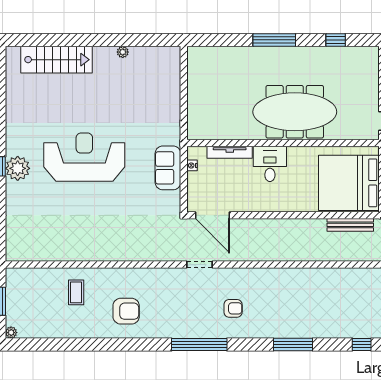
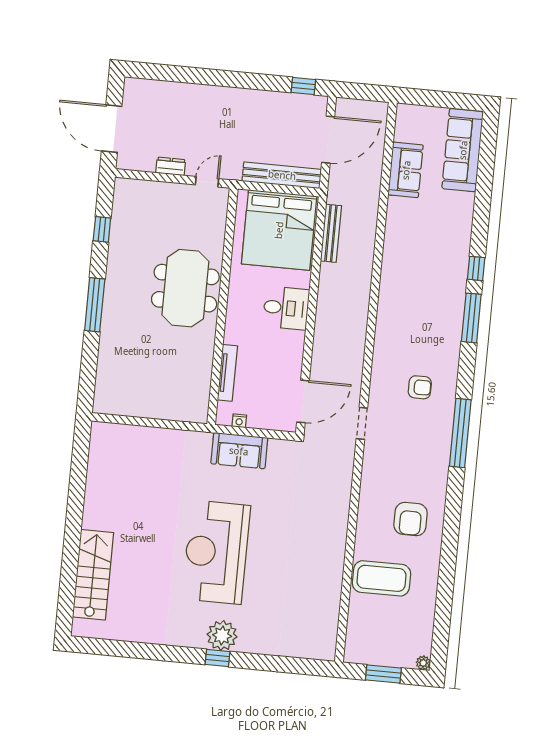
plant: (123, 52) -> (92, 493), removed
meeting table: (295, 112) -> (185, 288), width x0.73
desk: (270, 164) -> (286, 308), moved, turned 180
coffee table: (76, 292) -> (381, 578), width x1.86, depth x1.72
armchair: (233, 308) -> (420, 387), turned 90
armchair: (126, 311) -> (411, 519), turned 180
window: (362, 345) -> (476, 268), moved

